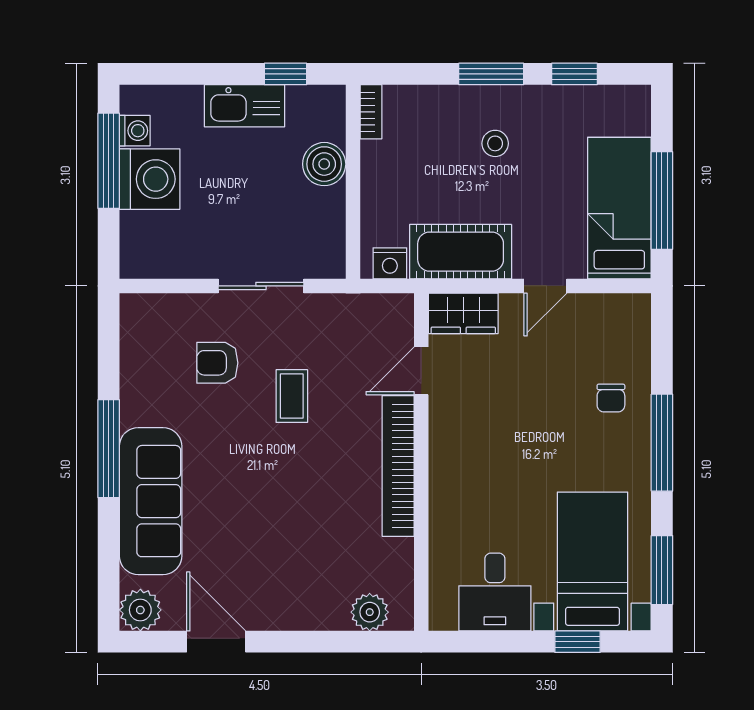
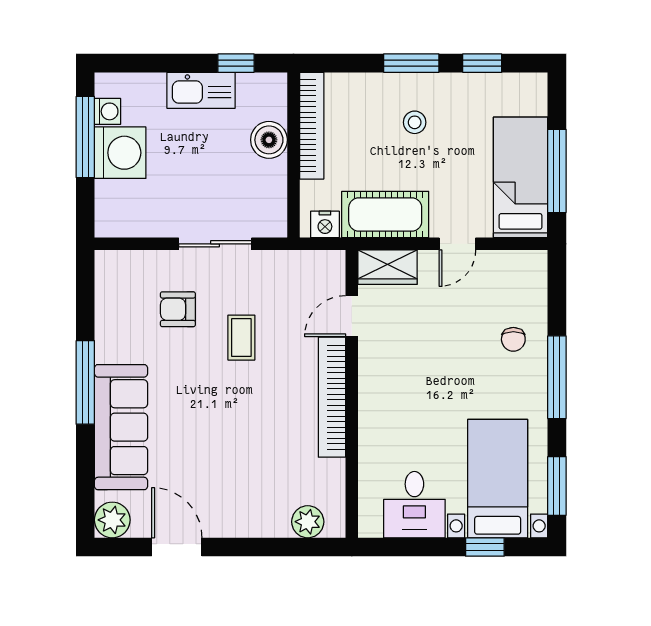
bookcase: (371, 112) -> (312, 126), width x2.31, depth x1.31

